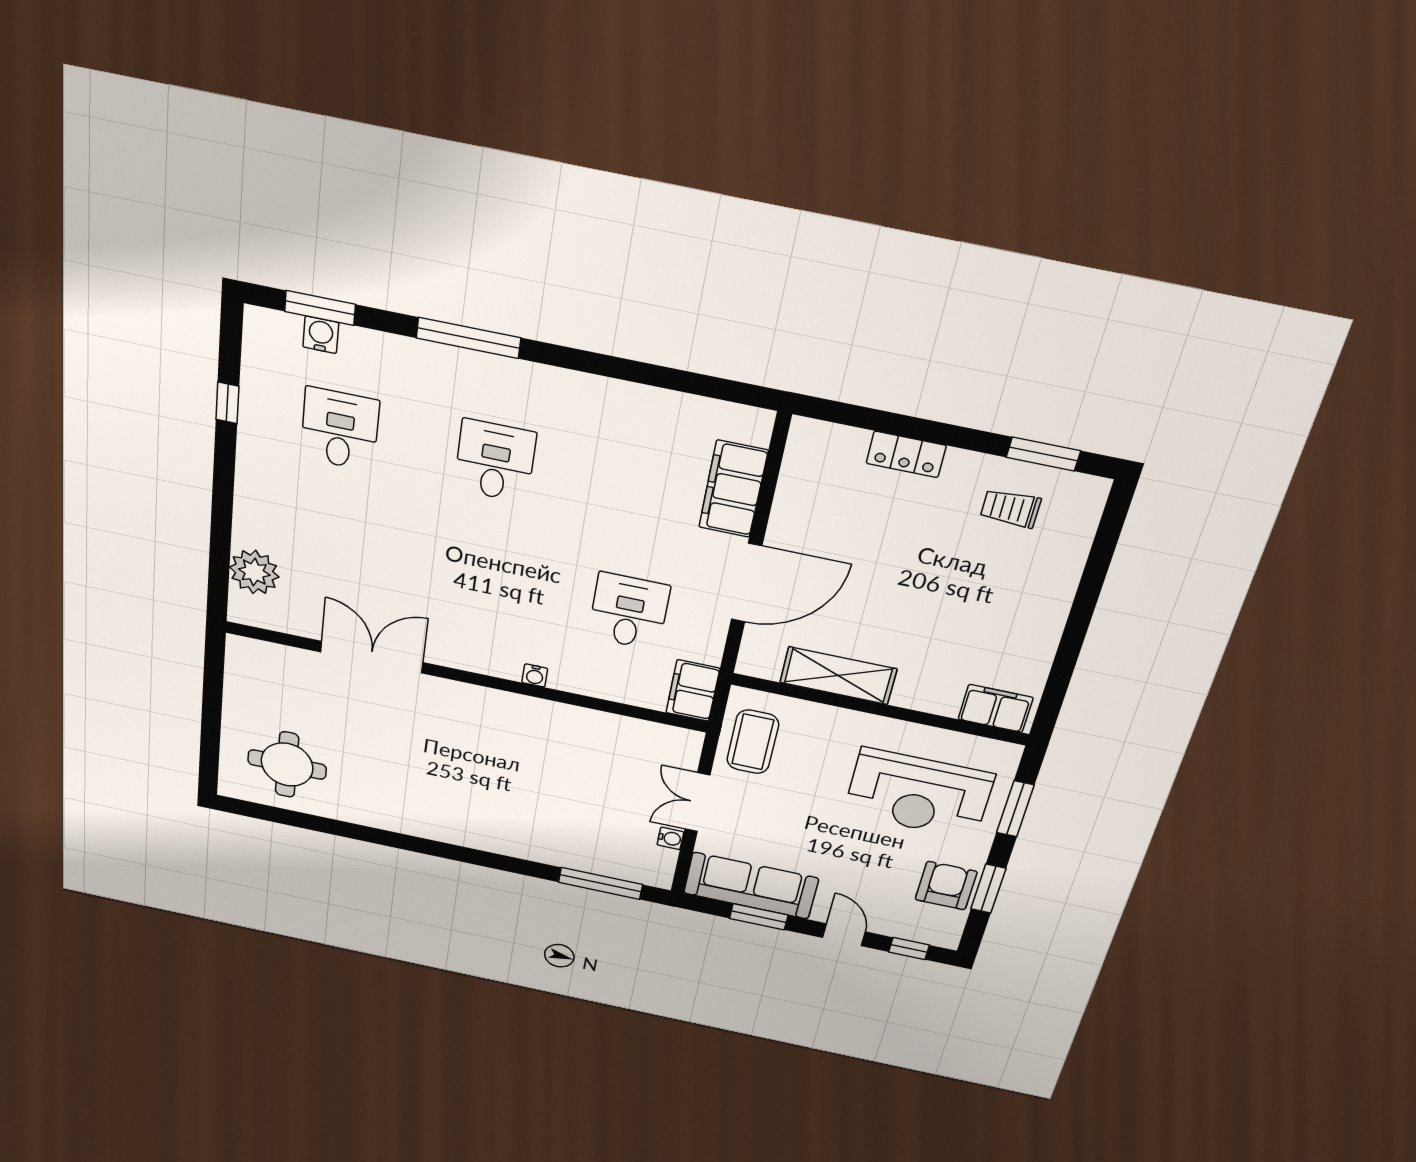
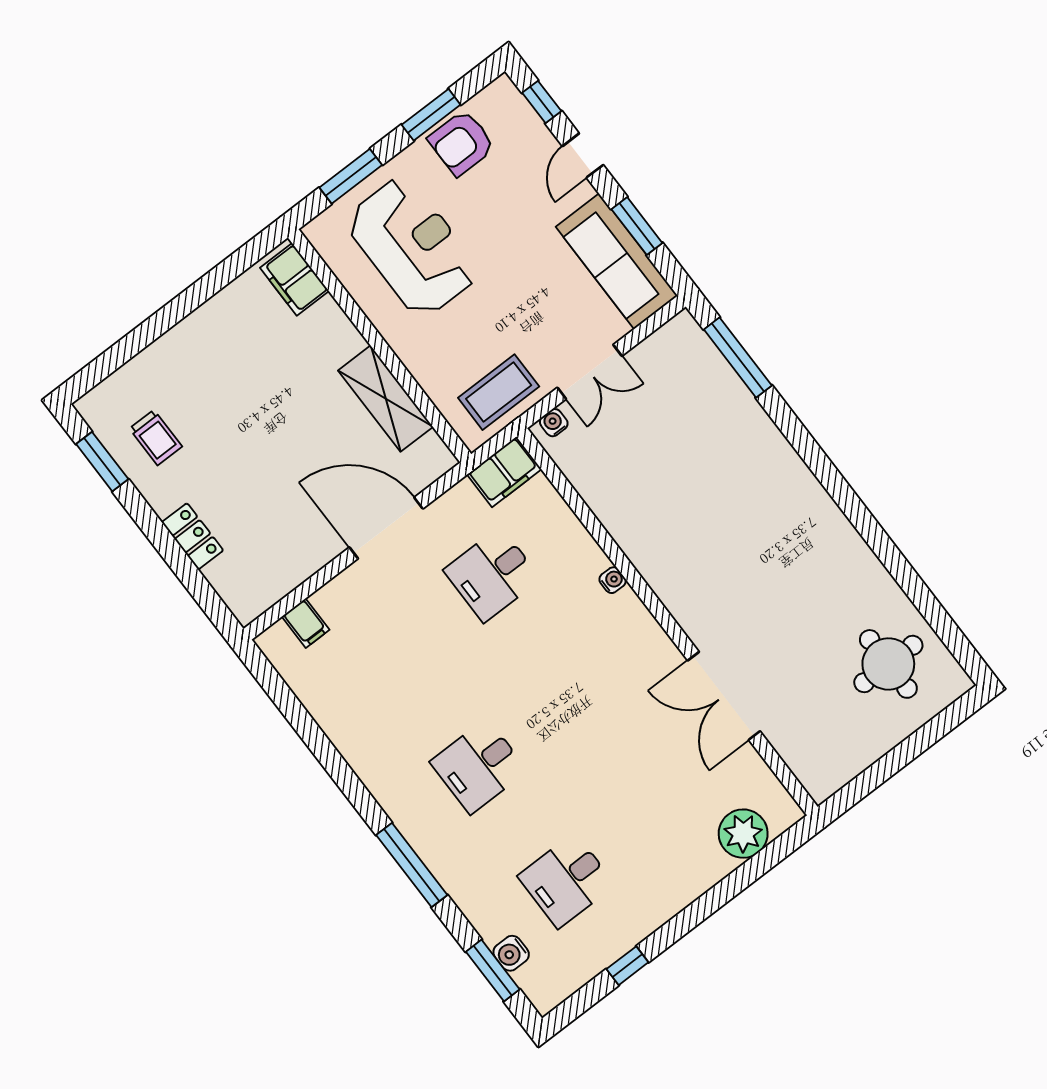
filing cabinet: (733, 489) -> (306, 623), width x0.33, depth x0.86
water cooler: (670, 838) -> (554, 423), moved

